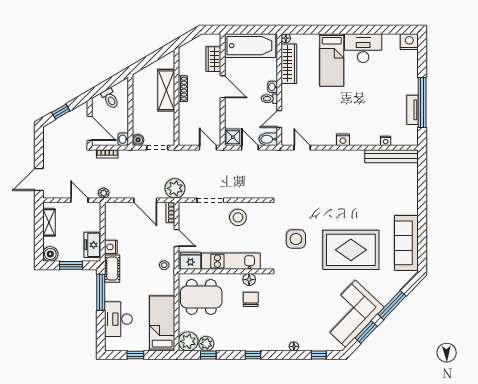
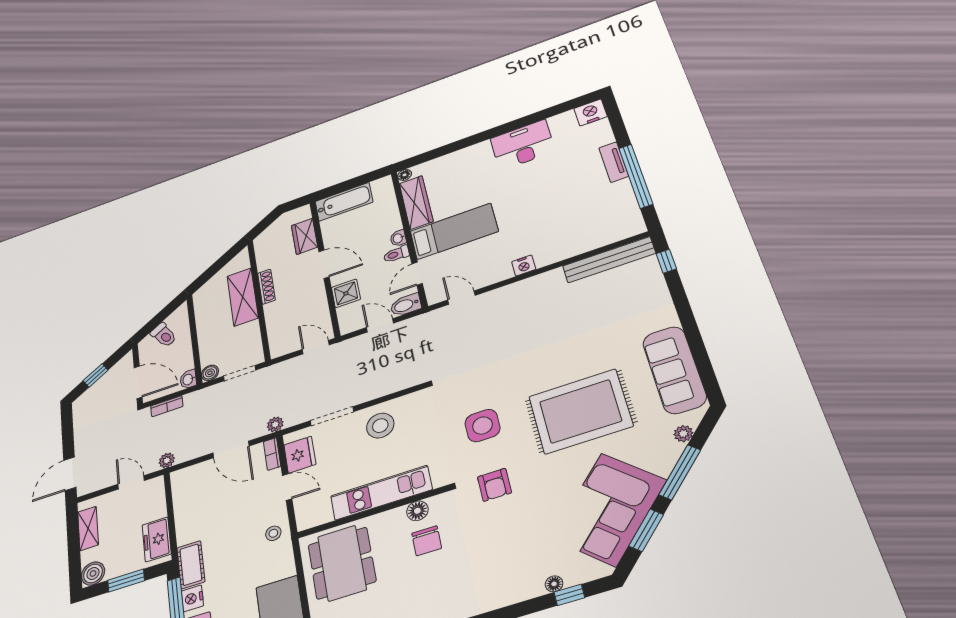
bathtub: (250, 46) -> (344, 202), width x0.73, depth x0.73
bed: (332, 60) -> (454, 231), moved, turned -90
tv unit: (413, 110) -> (614, 162), moved
shower: (233, 137) -> (346, 293), moved
nightstand: (386, 141) -> (593, 244), removed
window: (422, 171) -> (666, 261), added
plant: (175, 188) -> (275, 424), width x0.53, depth x0.53
nightstand: (111, 247) -> (192, 598), moved
fridge: (190, 261) -> (300, 455), moved, turned 90
armchair: (294, 278) -> (494, 485), added
plant: (400, 283) -> (683, 434), added
dining table: (201, 297) -> (342, 563), turned 90
chair: (251, 299) -> (427, 541), turned 180
floor lamp: (294, 346) -> (554, 584), moved

